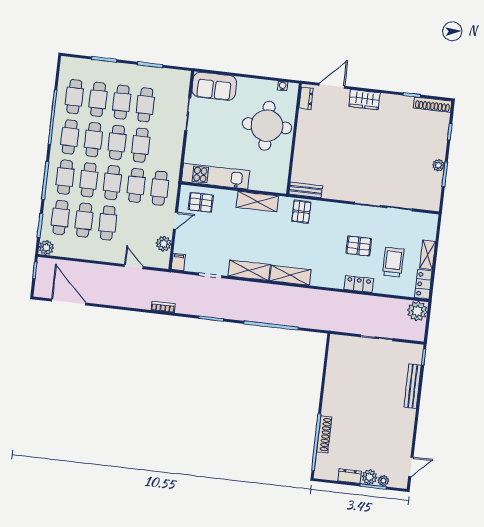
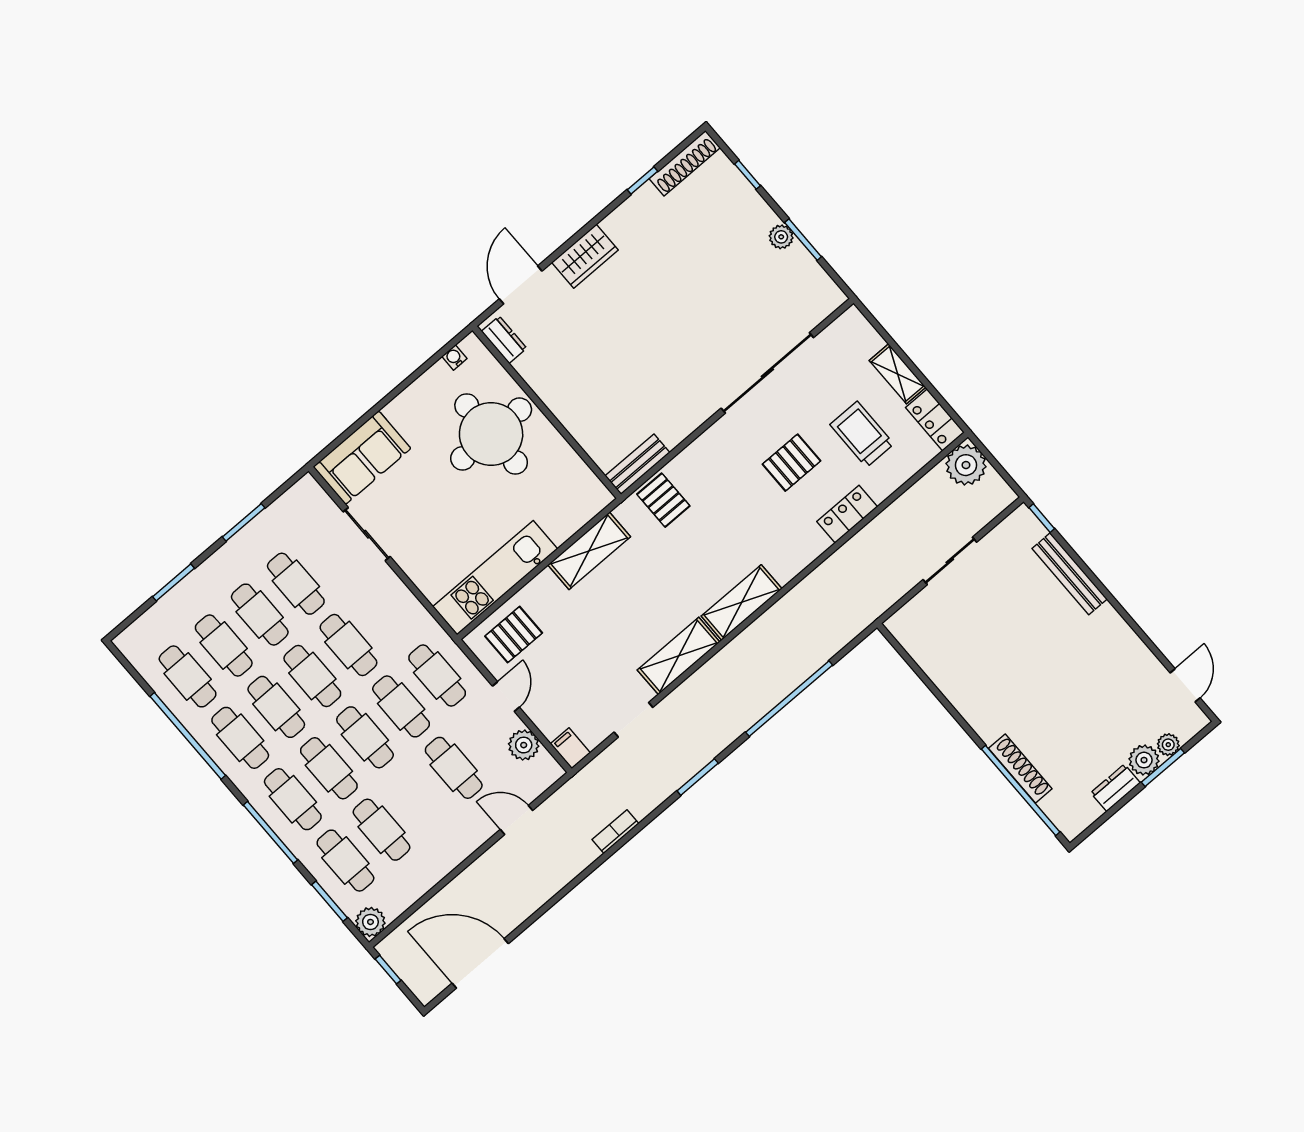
cafe table: (108, 223) -> (454, 768), moved

